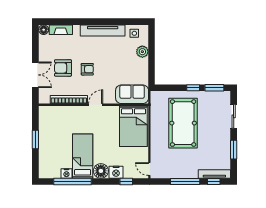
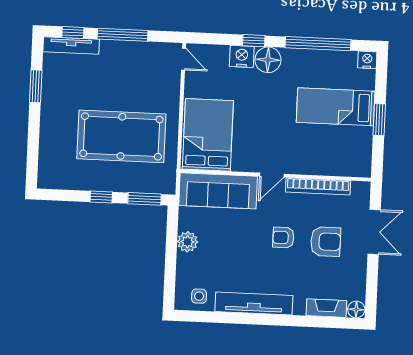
plant: (142, 52) -> (187, 242), moved
double door: (35, 75) -> (374, 232), swing flipped
window: (214, 88) -> (144, 199), moved
sofa: (132, 94) -> (218, 191), width x1.36
sliding door: (234, 116) -> (33, 144), removed
pool table: (183, 123) -> (121, 136), turned 90
bed: (83, 156) -> (336, 107), moved, turned 90
nightstand: (66, 173) -> (367, 60), moved
window: (126, 182) -> (254, 41), moved

